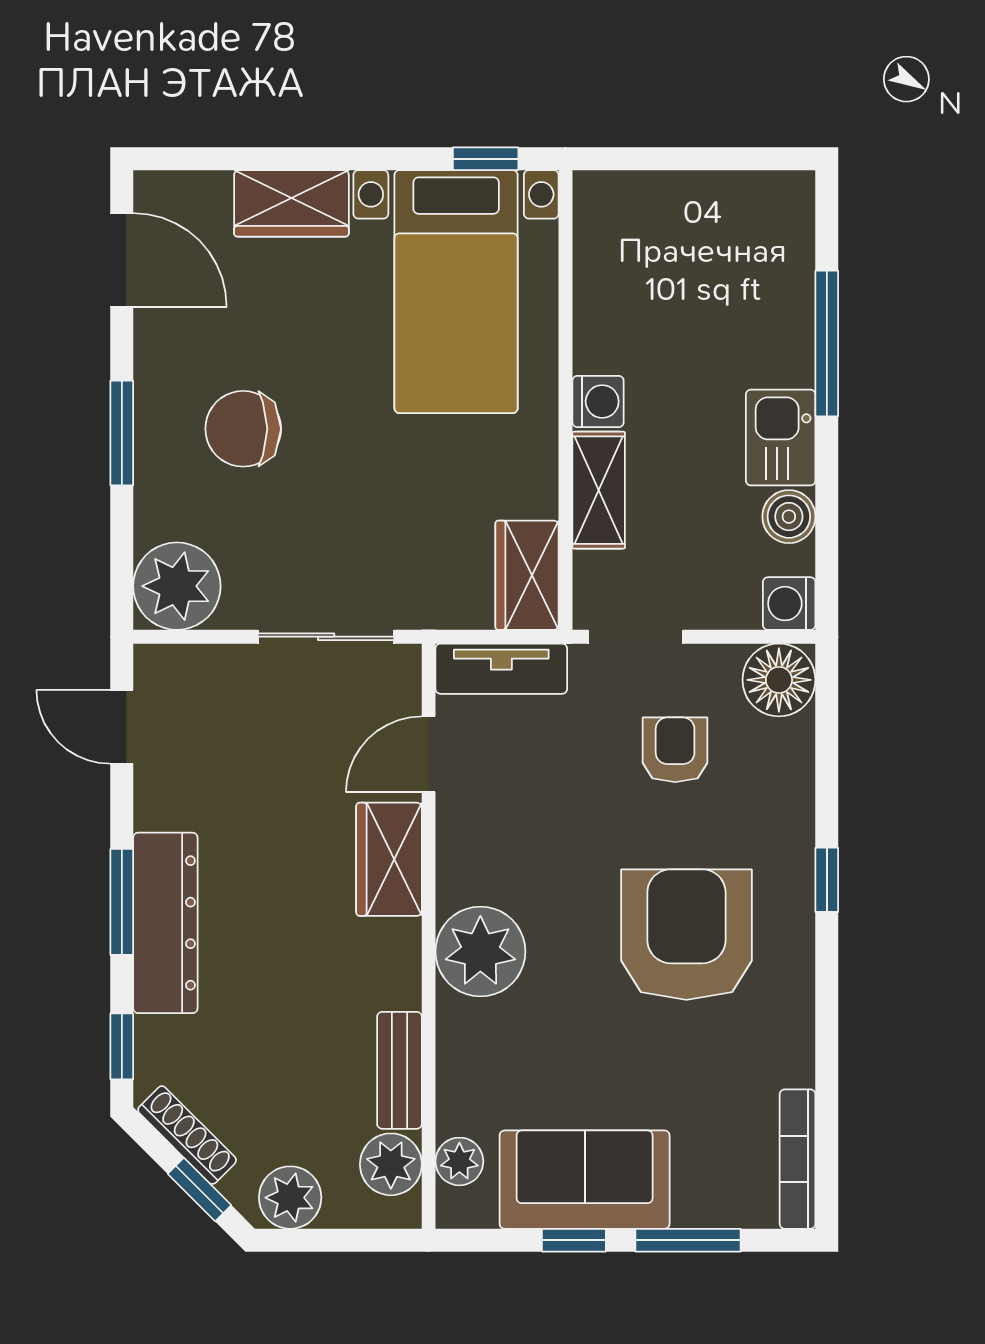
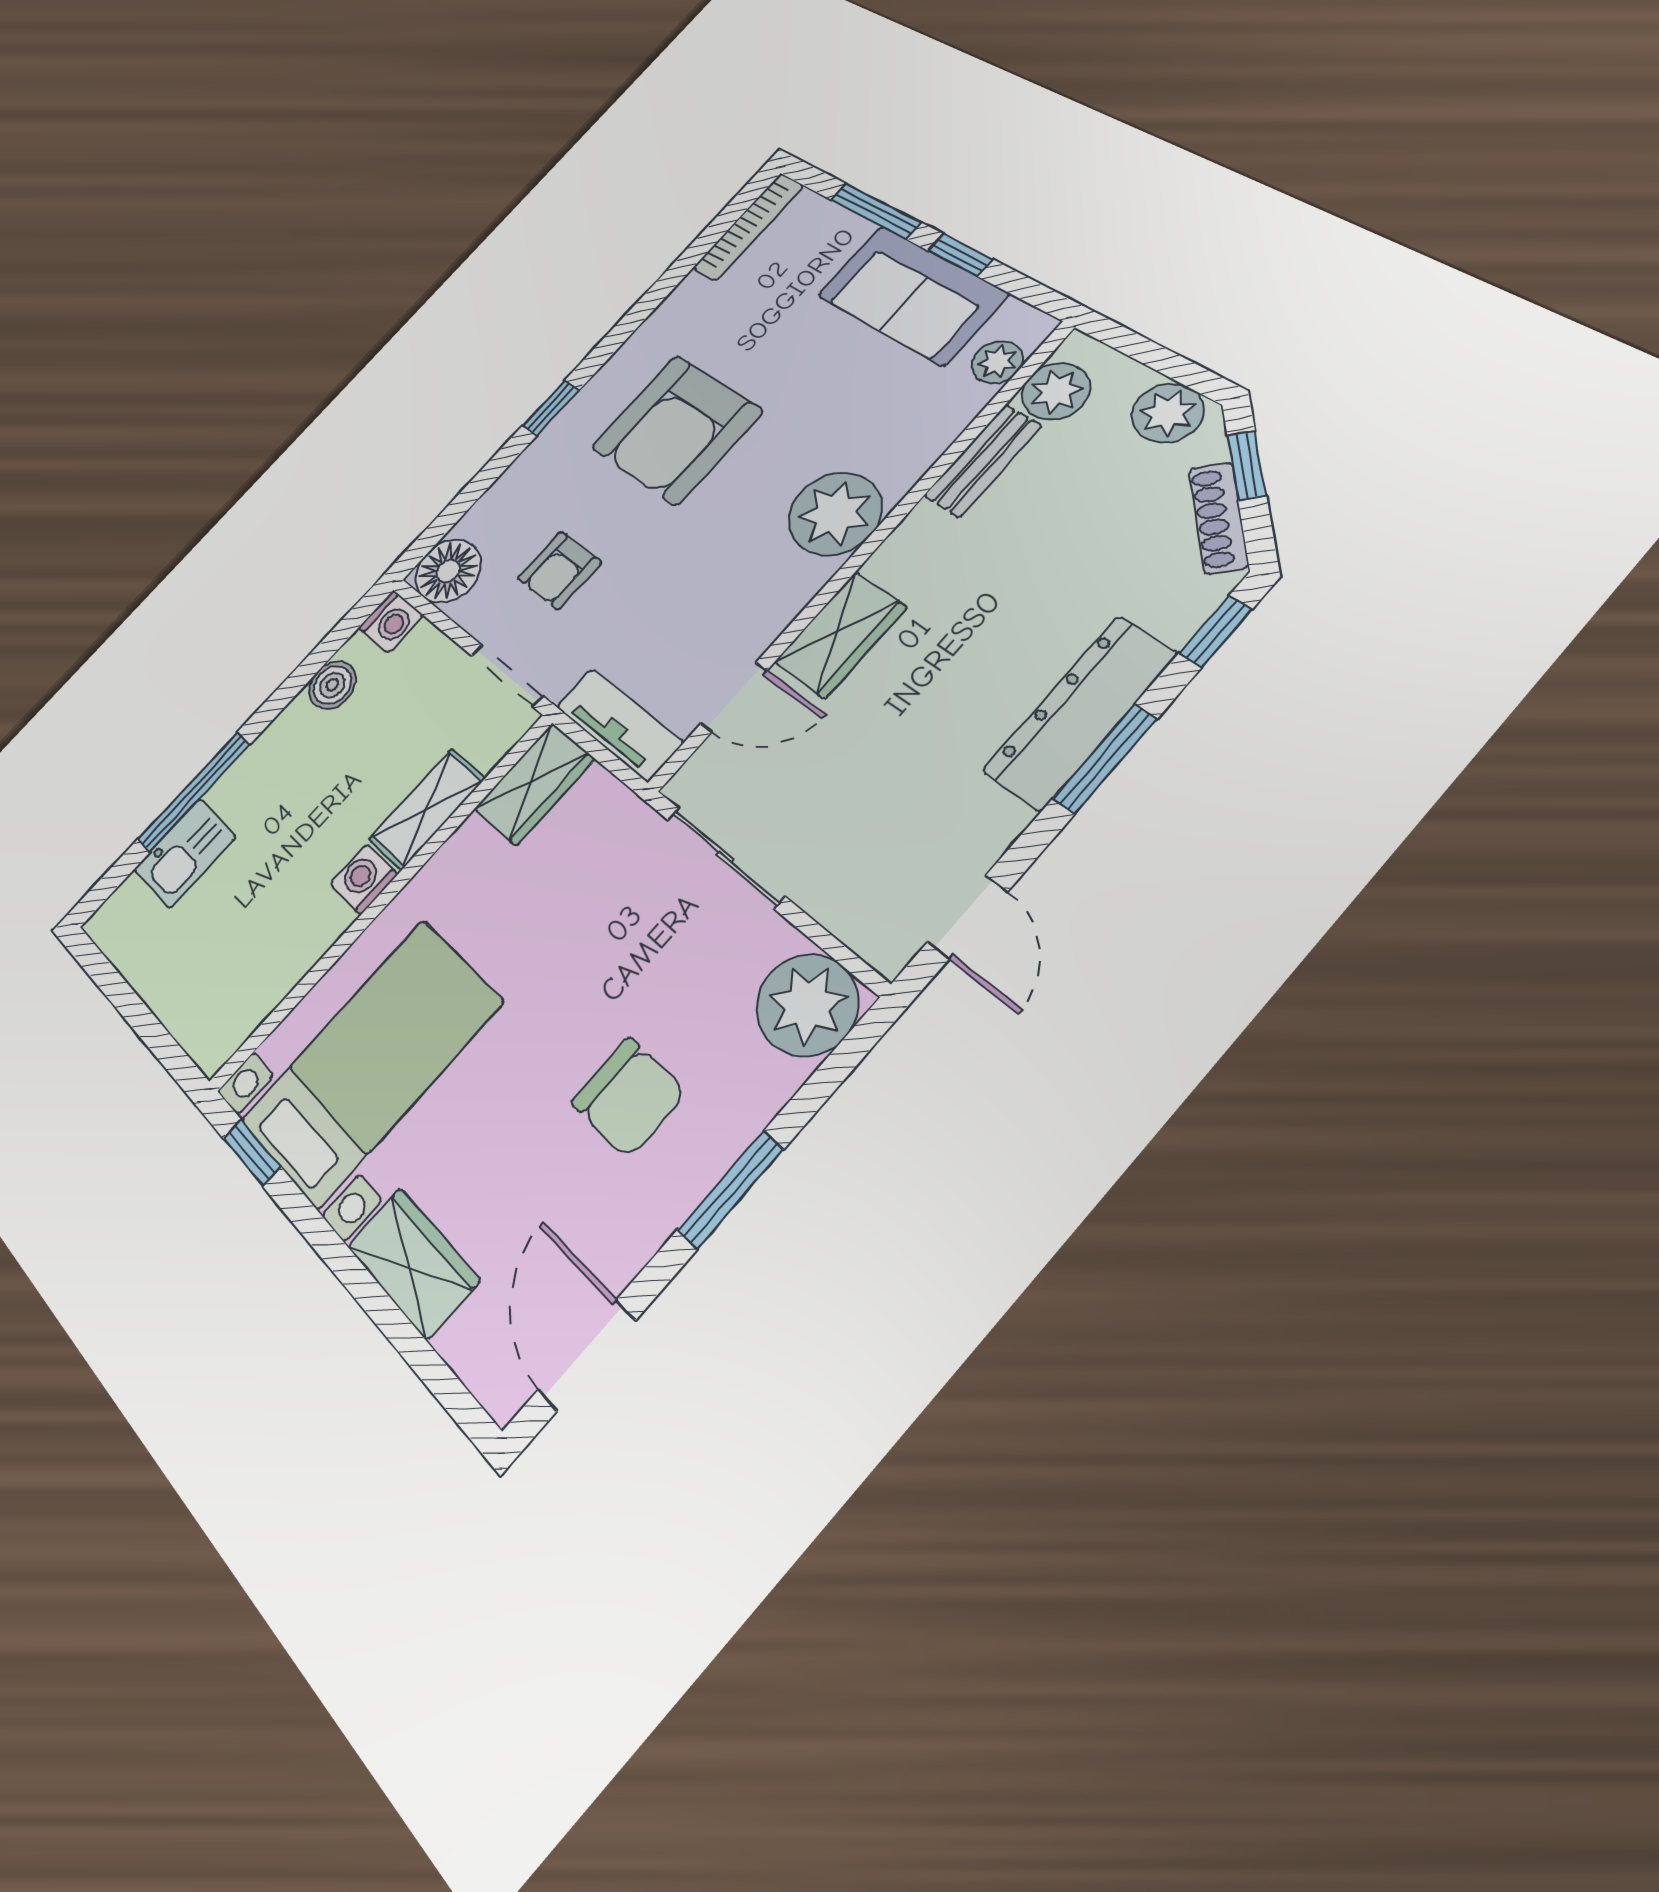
kitchen sink: (781, 438) -> (185, 853), moved

